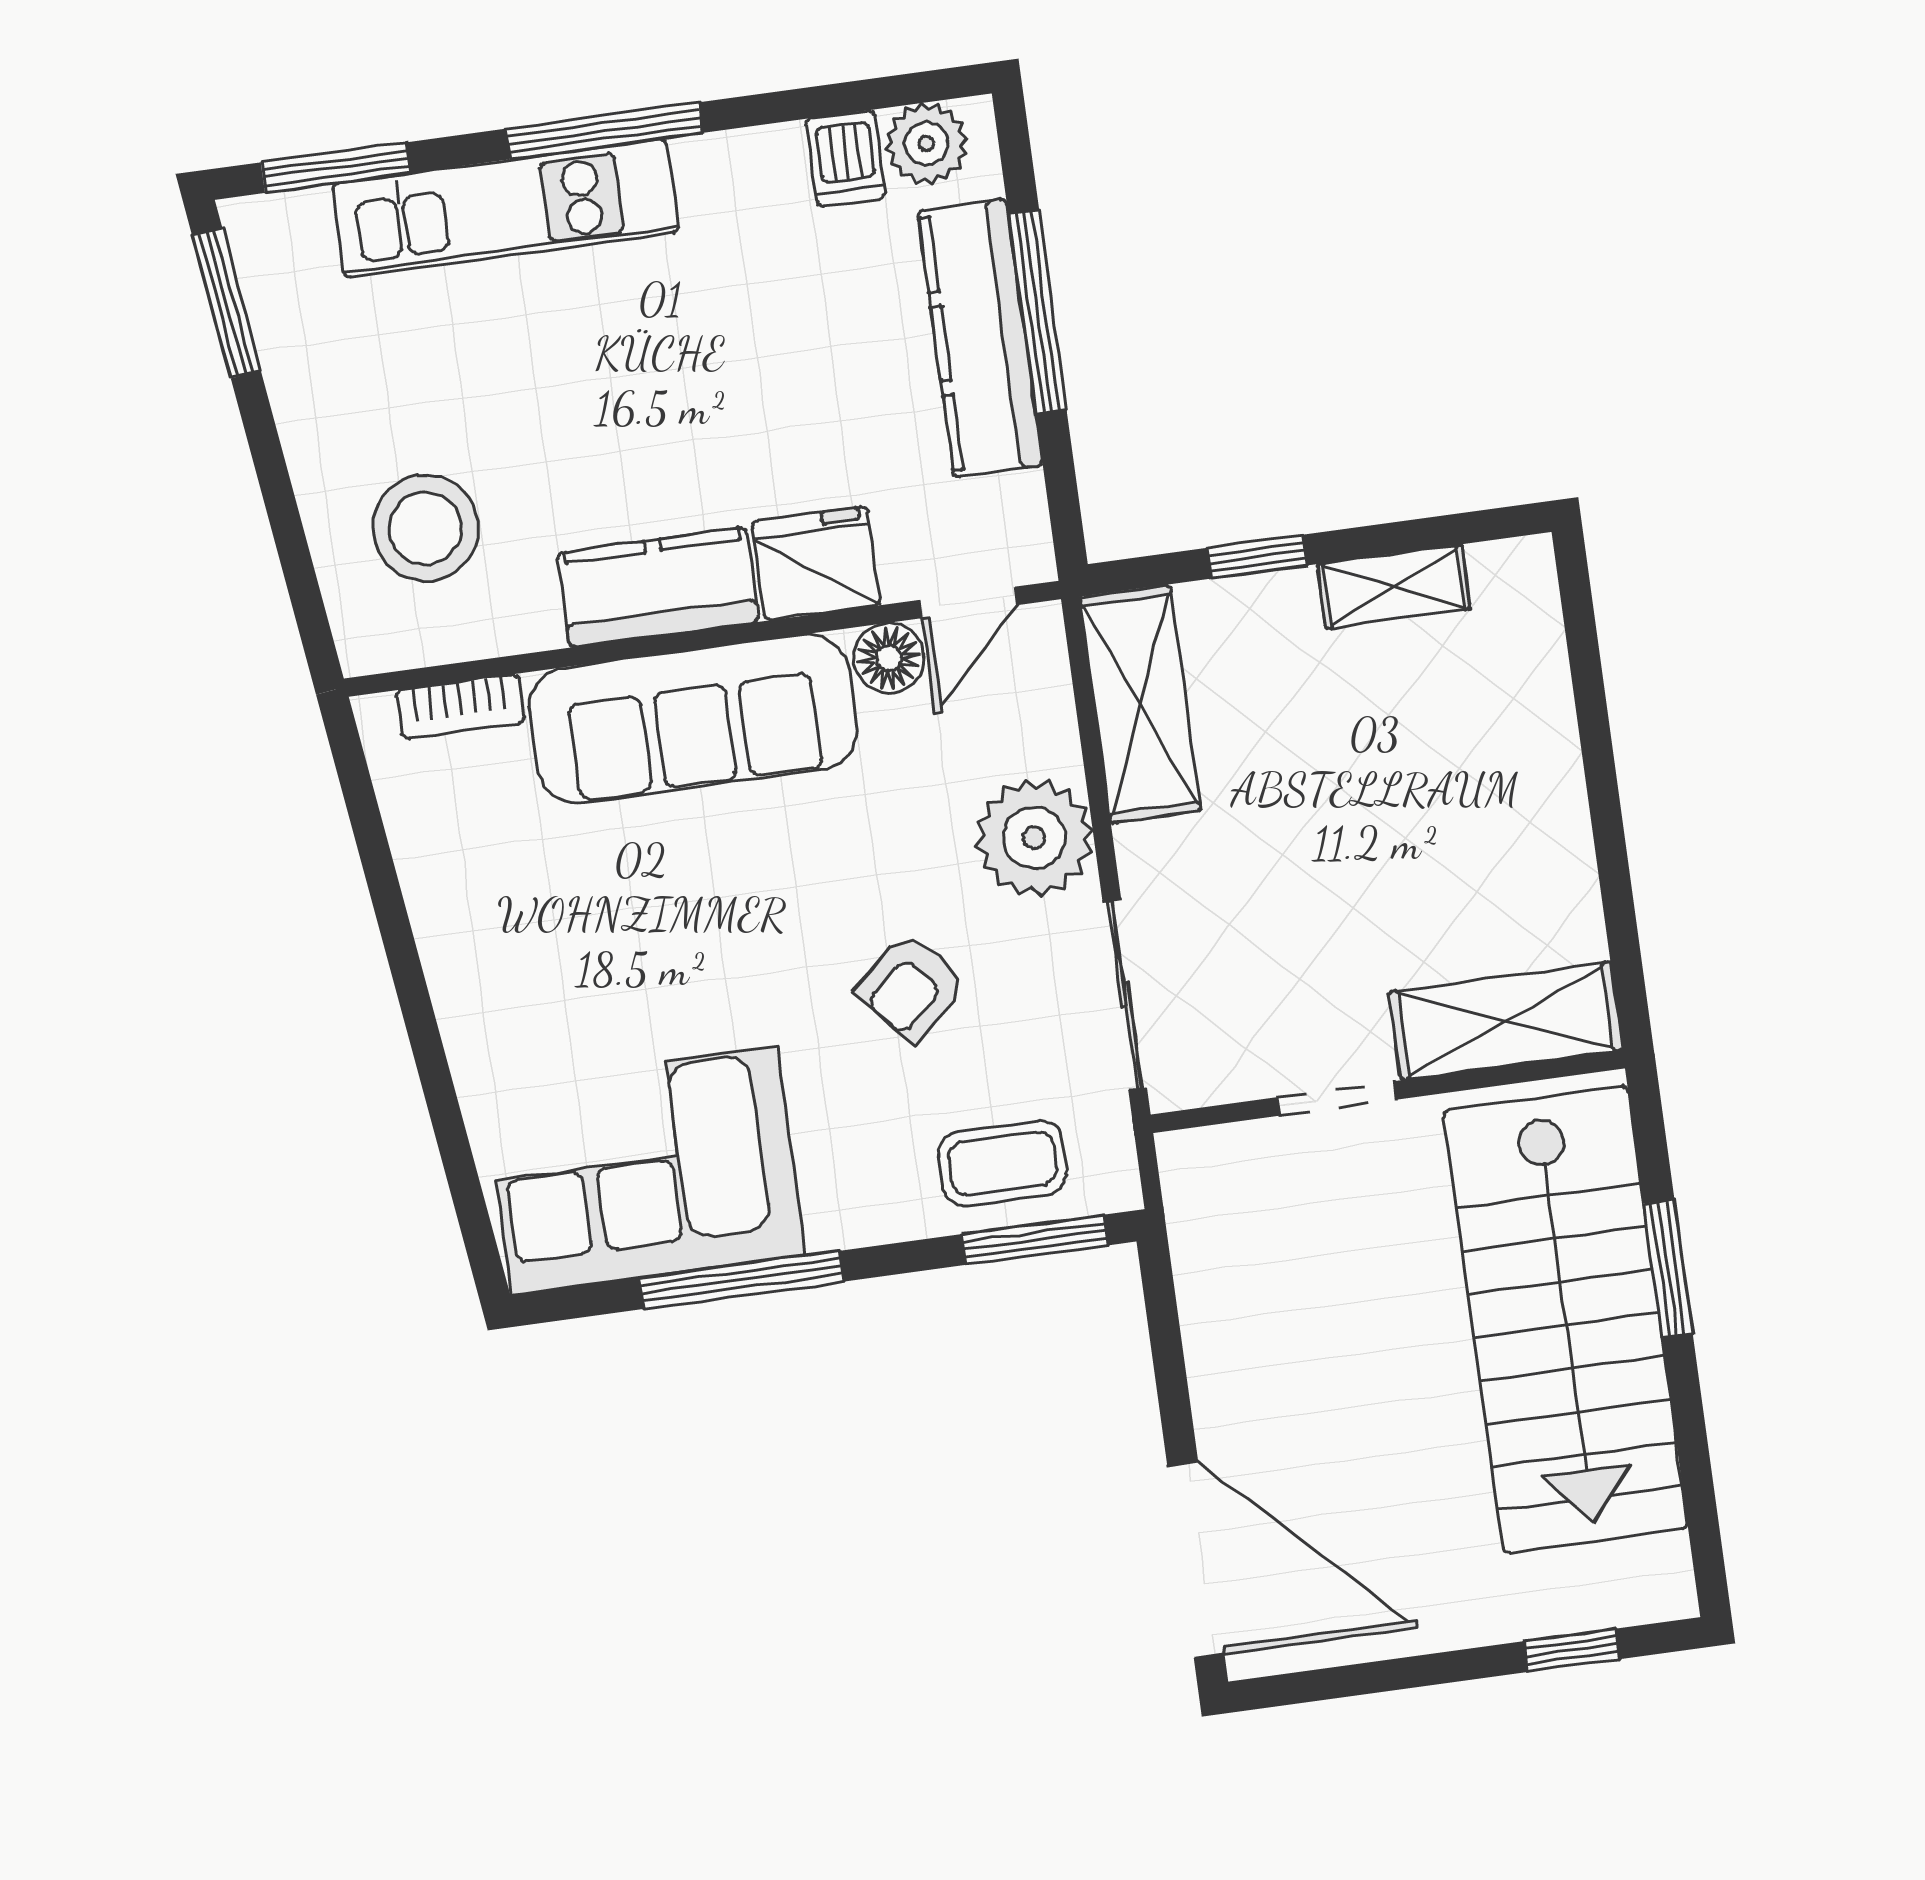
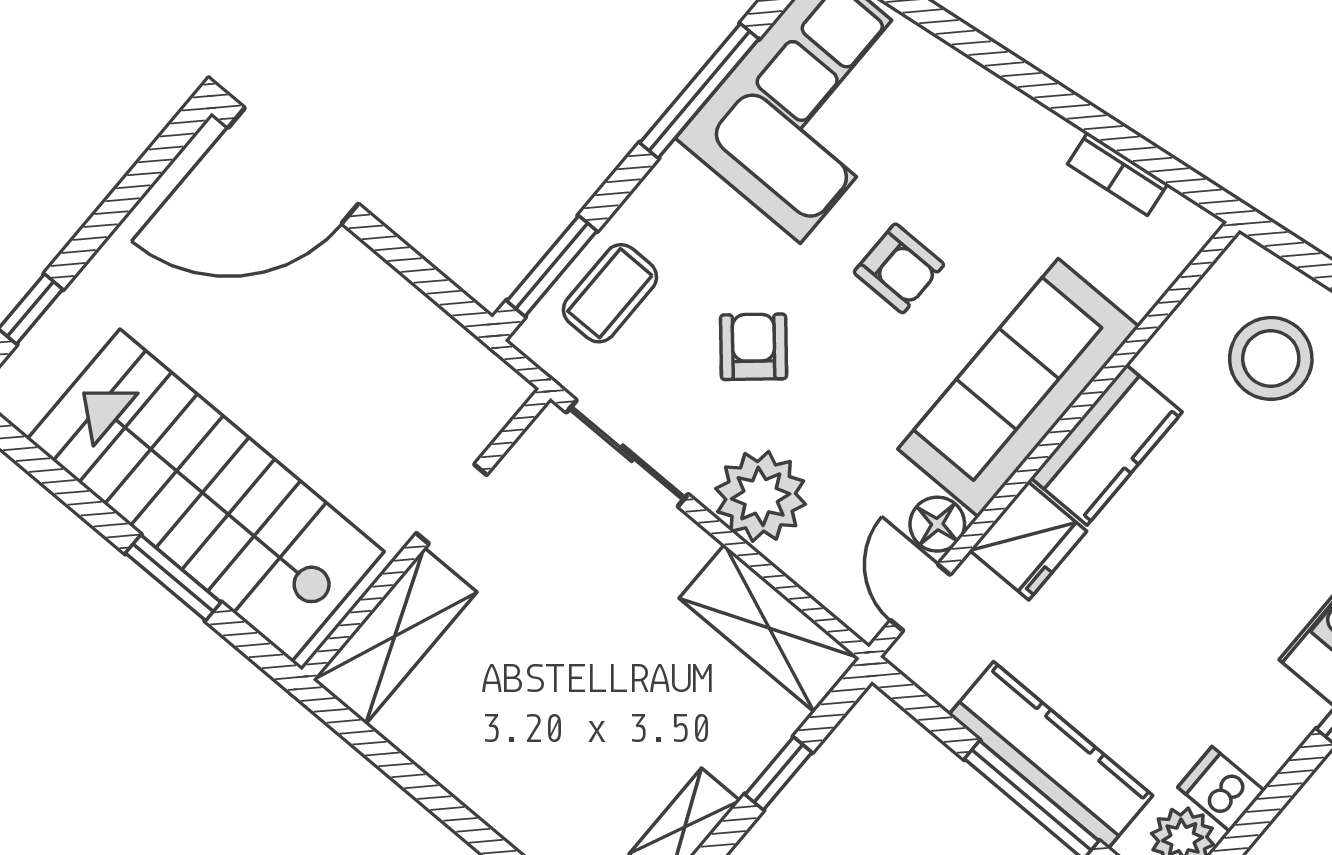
bookcase: (460, 706) -> (1118, 174), moved, turned -97
armchair: (704, 937) -> (899, 268), added

